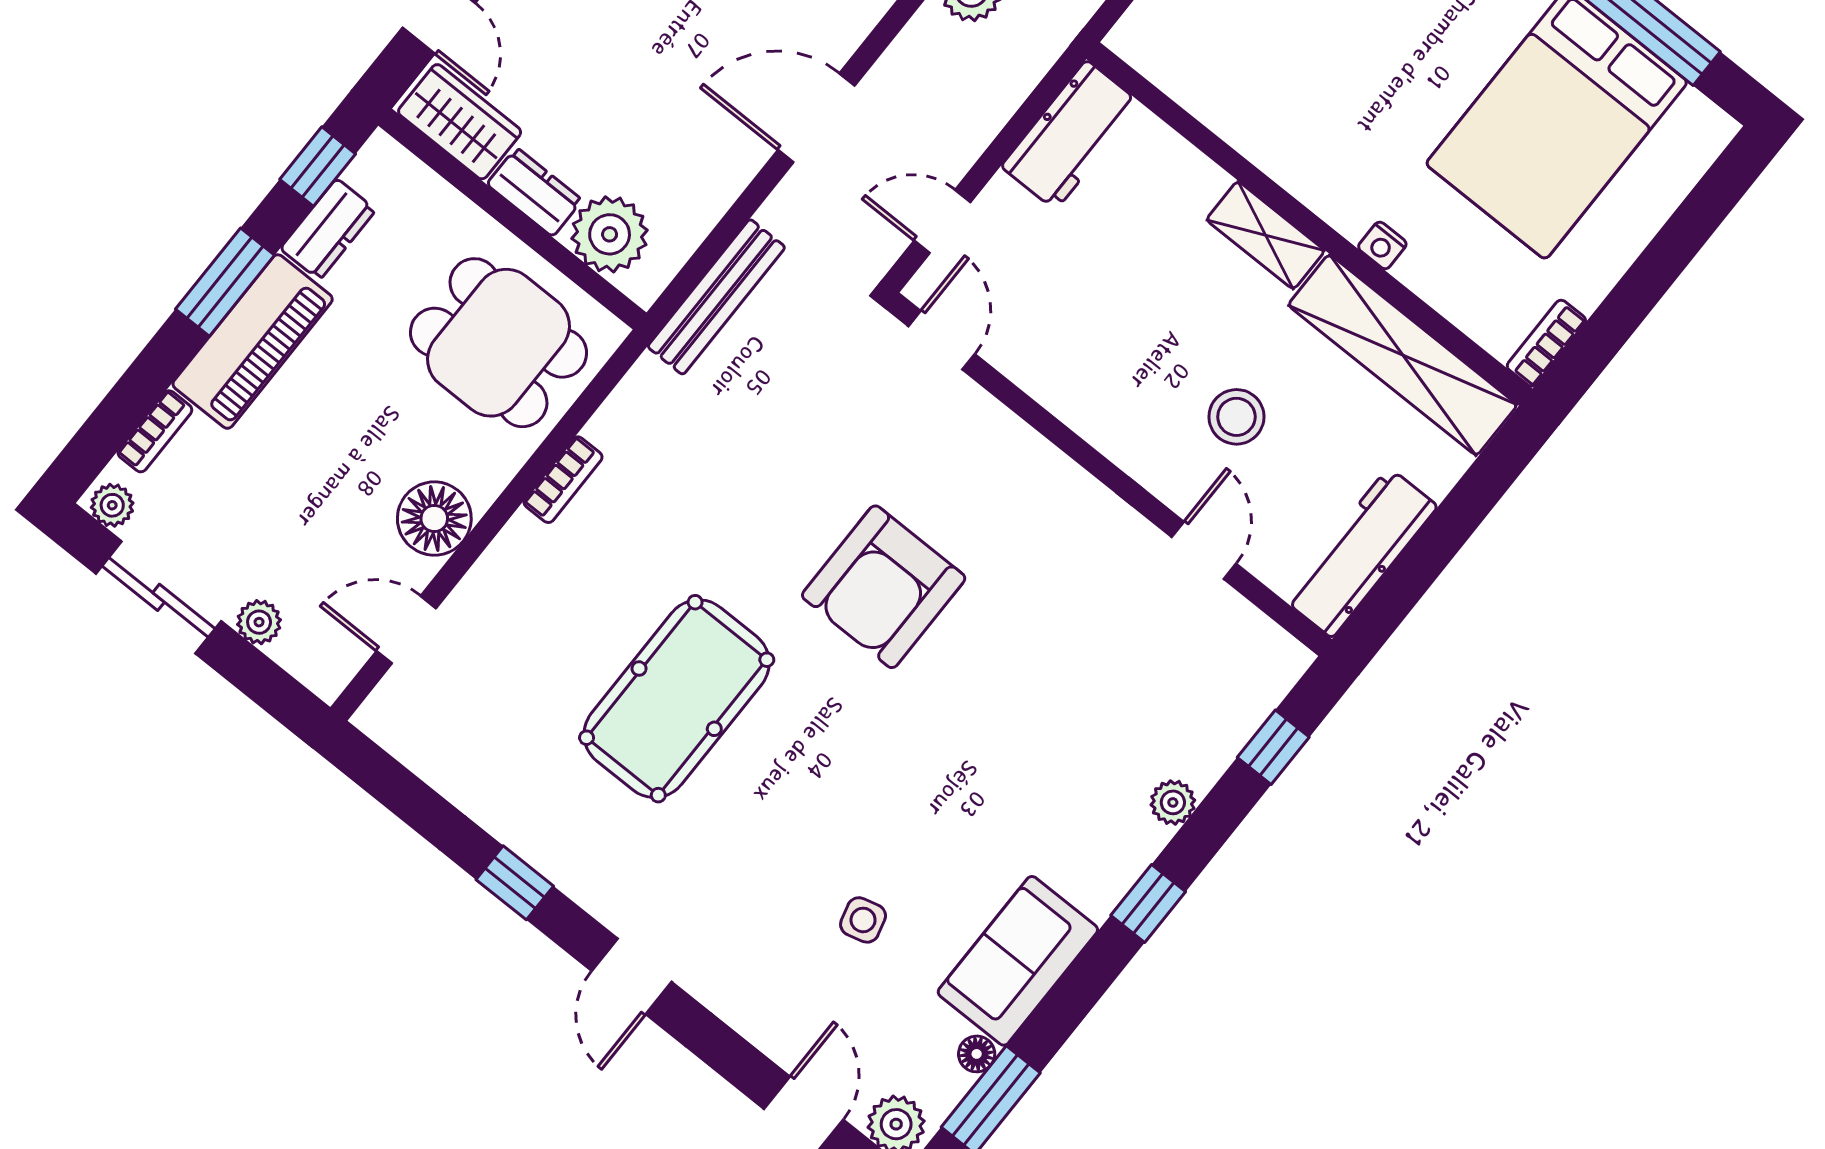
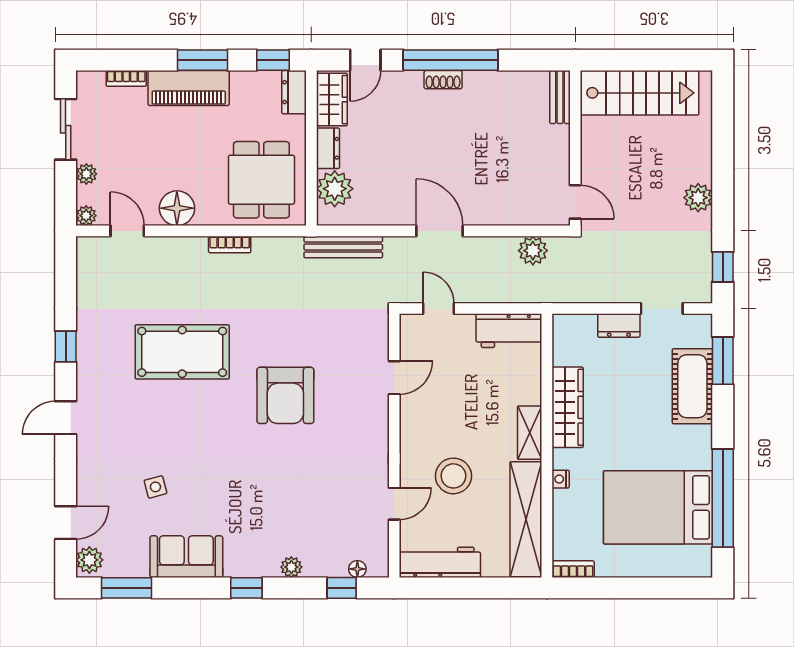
wardrobe: (1274, 140) -> (568, 407), added
dresser: (328, 229) -> (294, 92), moved, turned 90
door: (942, 340) -> (394, 378), moved
stool: (1236, 417) -> (453, 476), width x1.38, depth x1.38
plant: (112, 505) -> (86, 216), moved
armchair: (884, 587) -> (285, 395), turned -90
floor lamp: (977, 1054) -> (357, 569), moved

